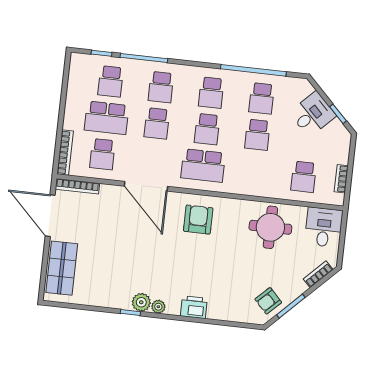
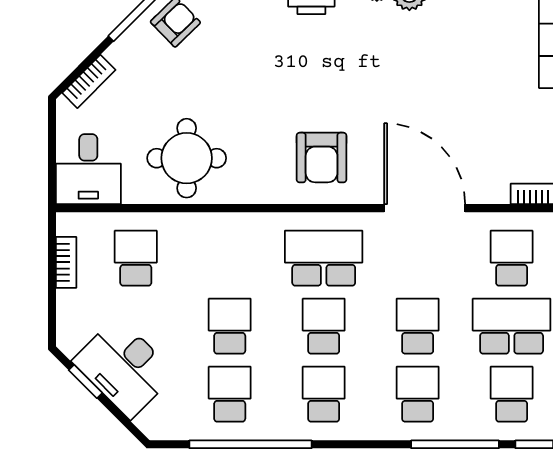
desk: (313, 114) -> (124, 368), width x1.37

